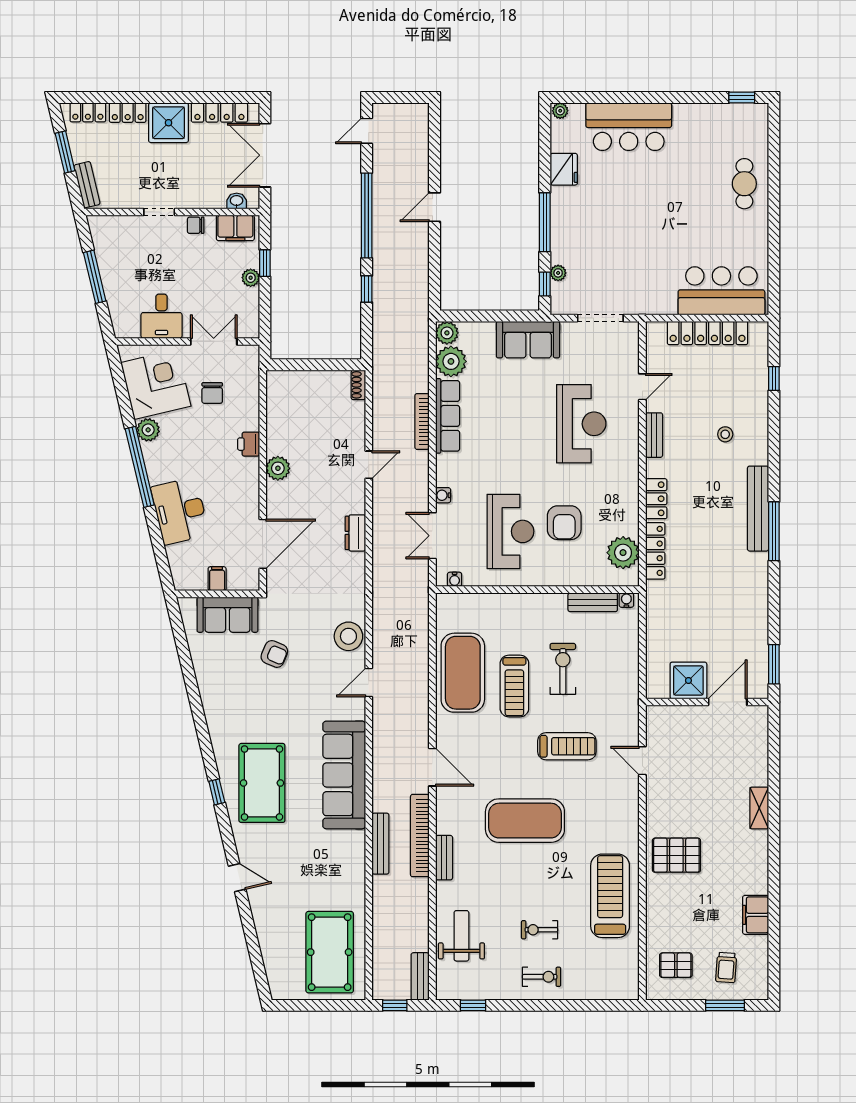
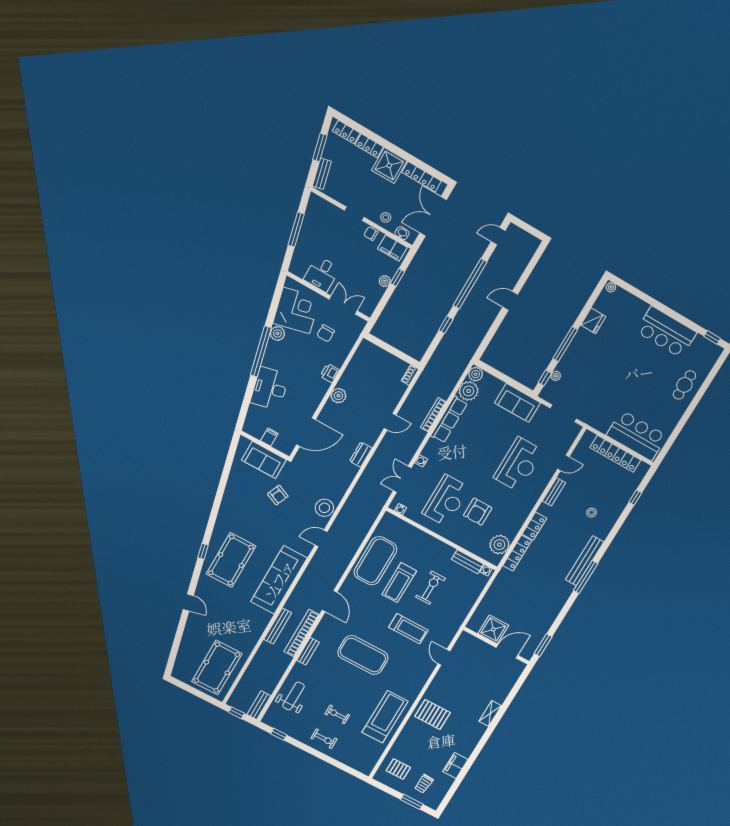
bar counter: (629, 127) -> (666, 332), moved
stool: (203, 193) -> (386, 217), added

